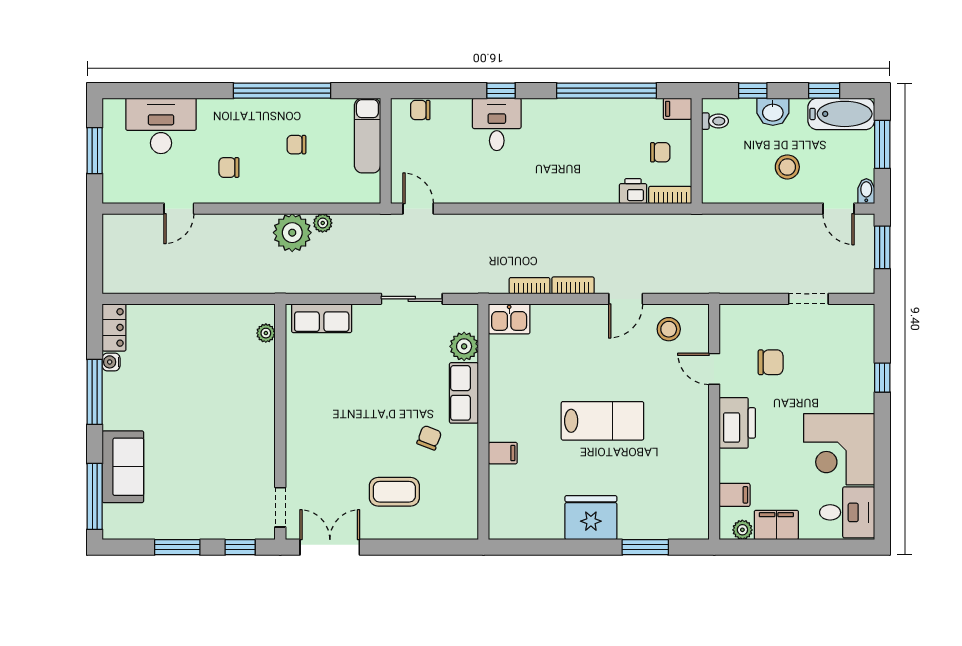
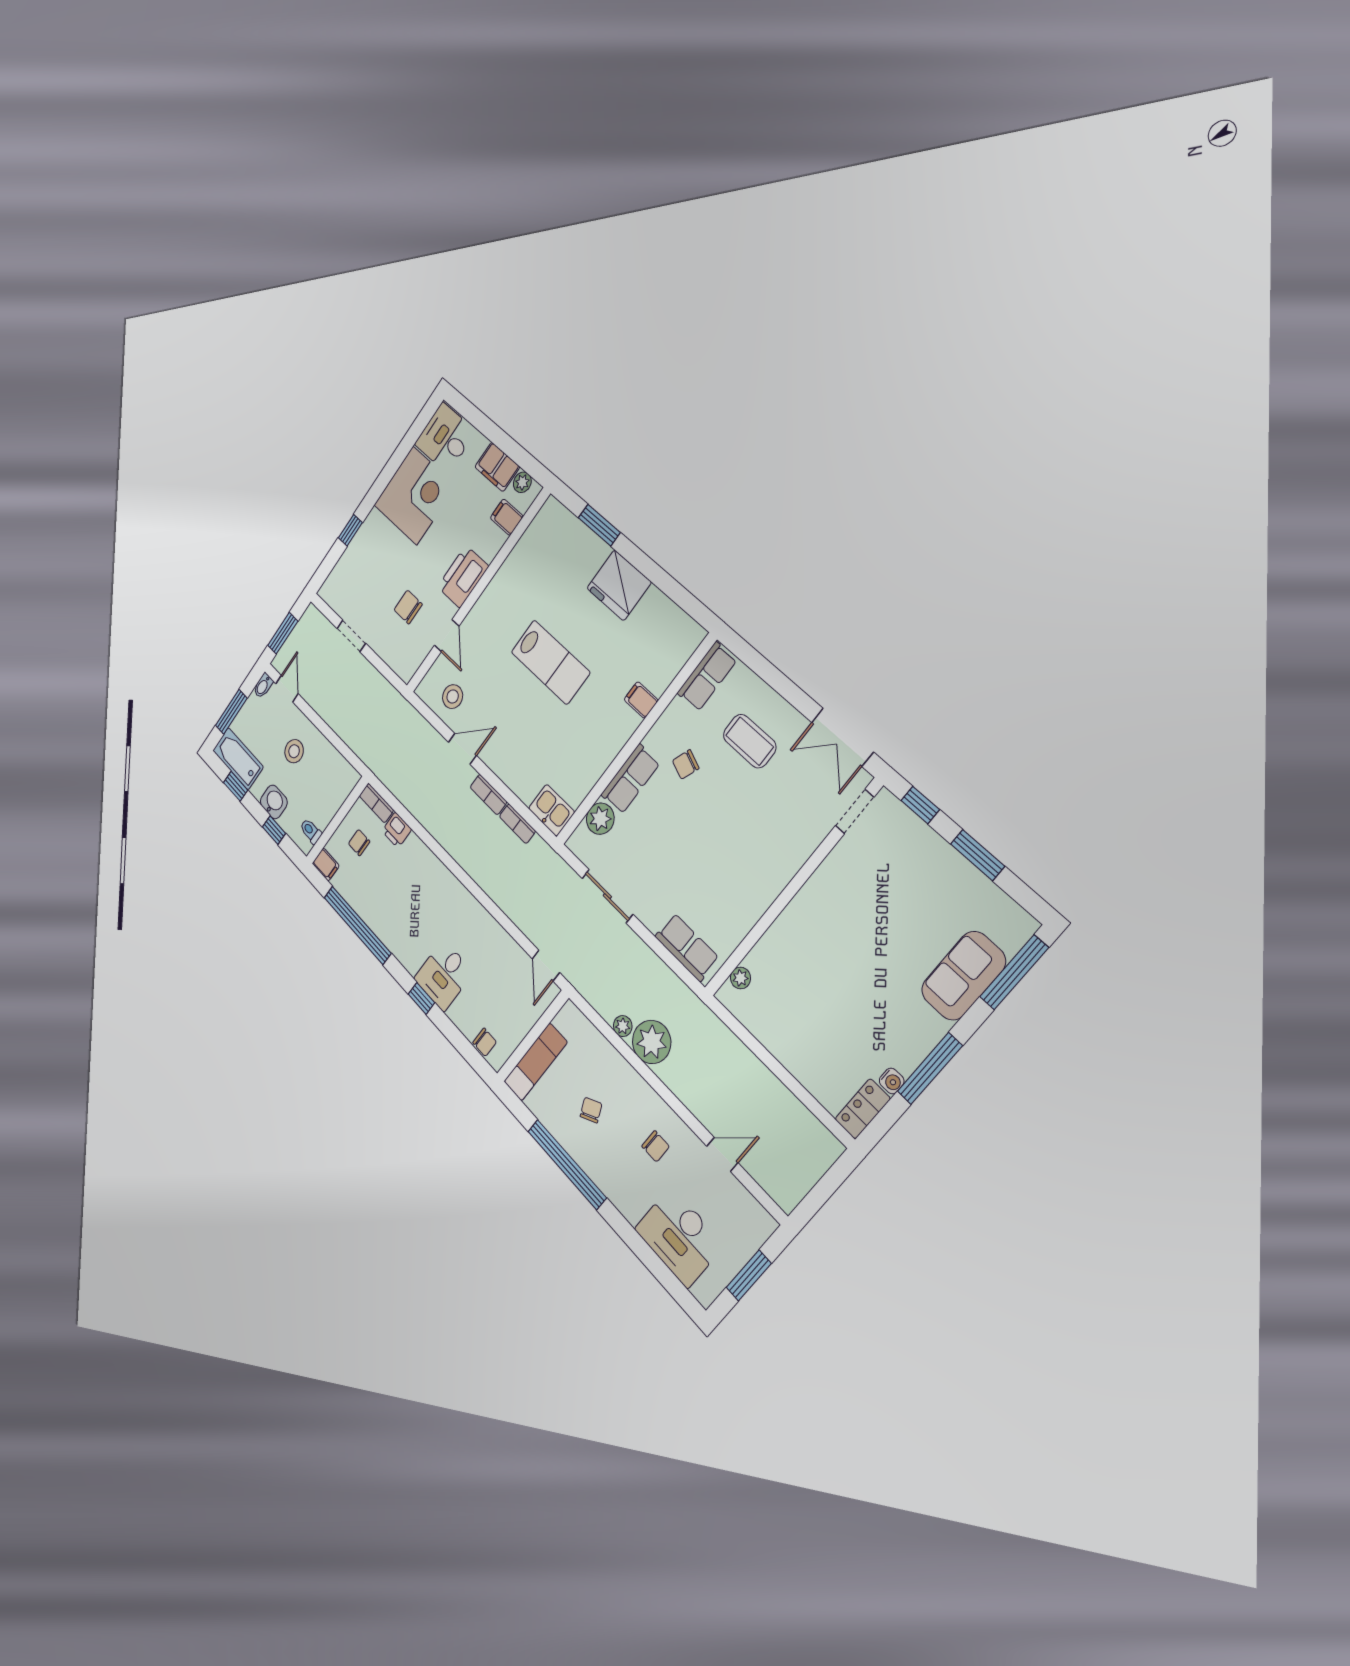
chair: (296, 145) -> (591, 1110), turned -116
lab bench: (602, 421) -> (550, 662), turned 180
row of seats: (464, 509) -> (707, 677), added

